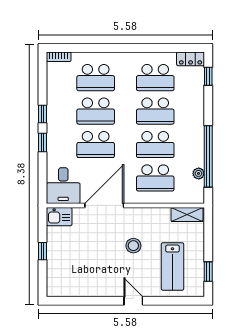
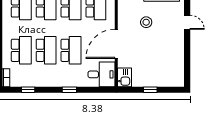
window: (43, 114) -> (28, 90), moved
door: (104, 205) -> (116, 44), hinge flipped
door: (133, 301) -> (187, 22), swing flipped

